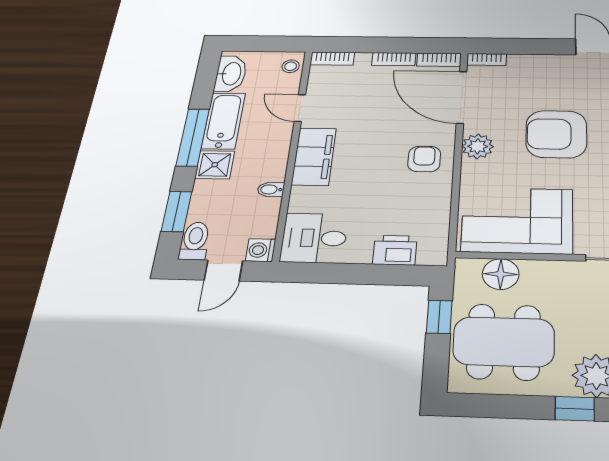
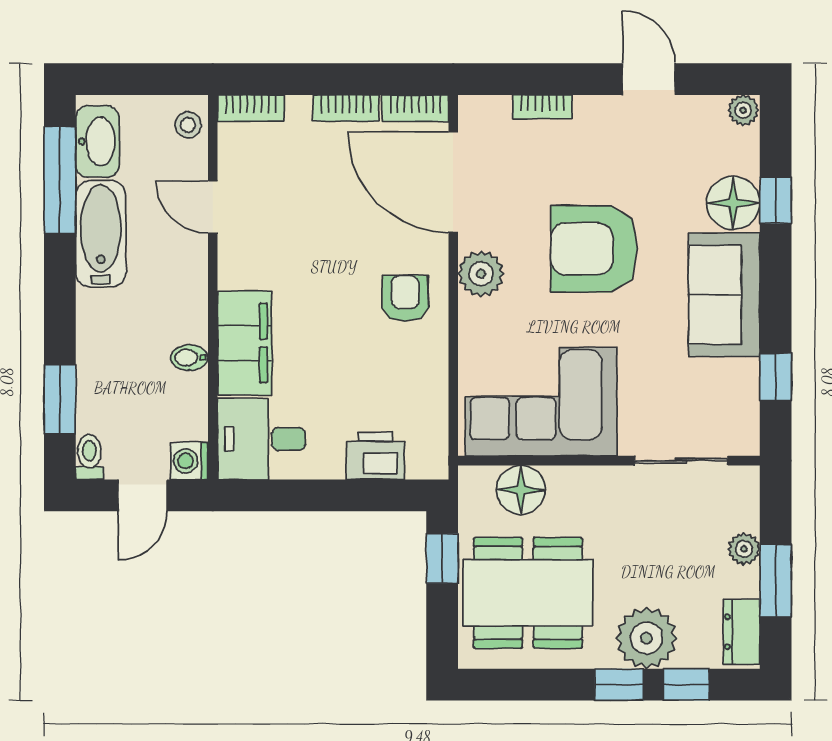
bookcase: (487, 60) -> (542, 107), moved
window: (193, 137) -> (60, 180), moved
filing cabinet: (314, 157) -> (245, 343), moved
shower: (215, 165) -> (101, 316), removed
toilet: (195, 241) -> (89, 457), width x0.73, depth x0.72

